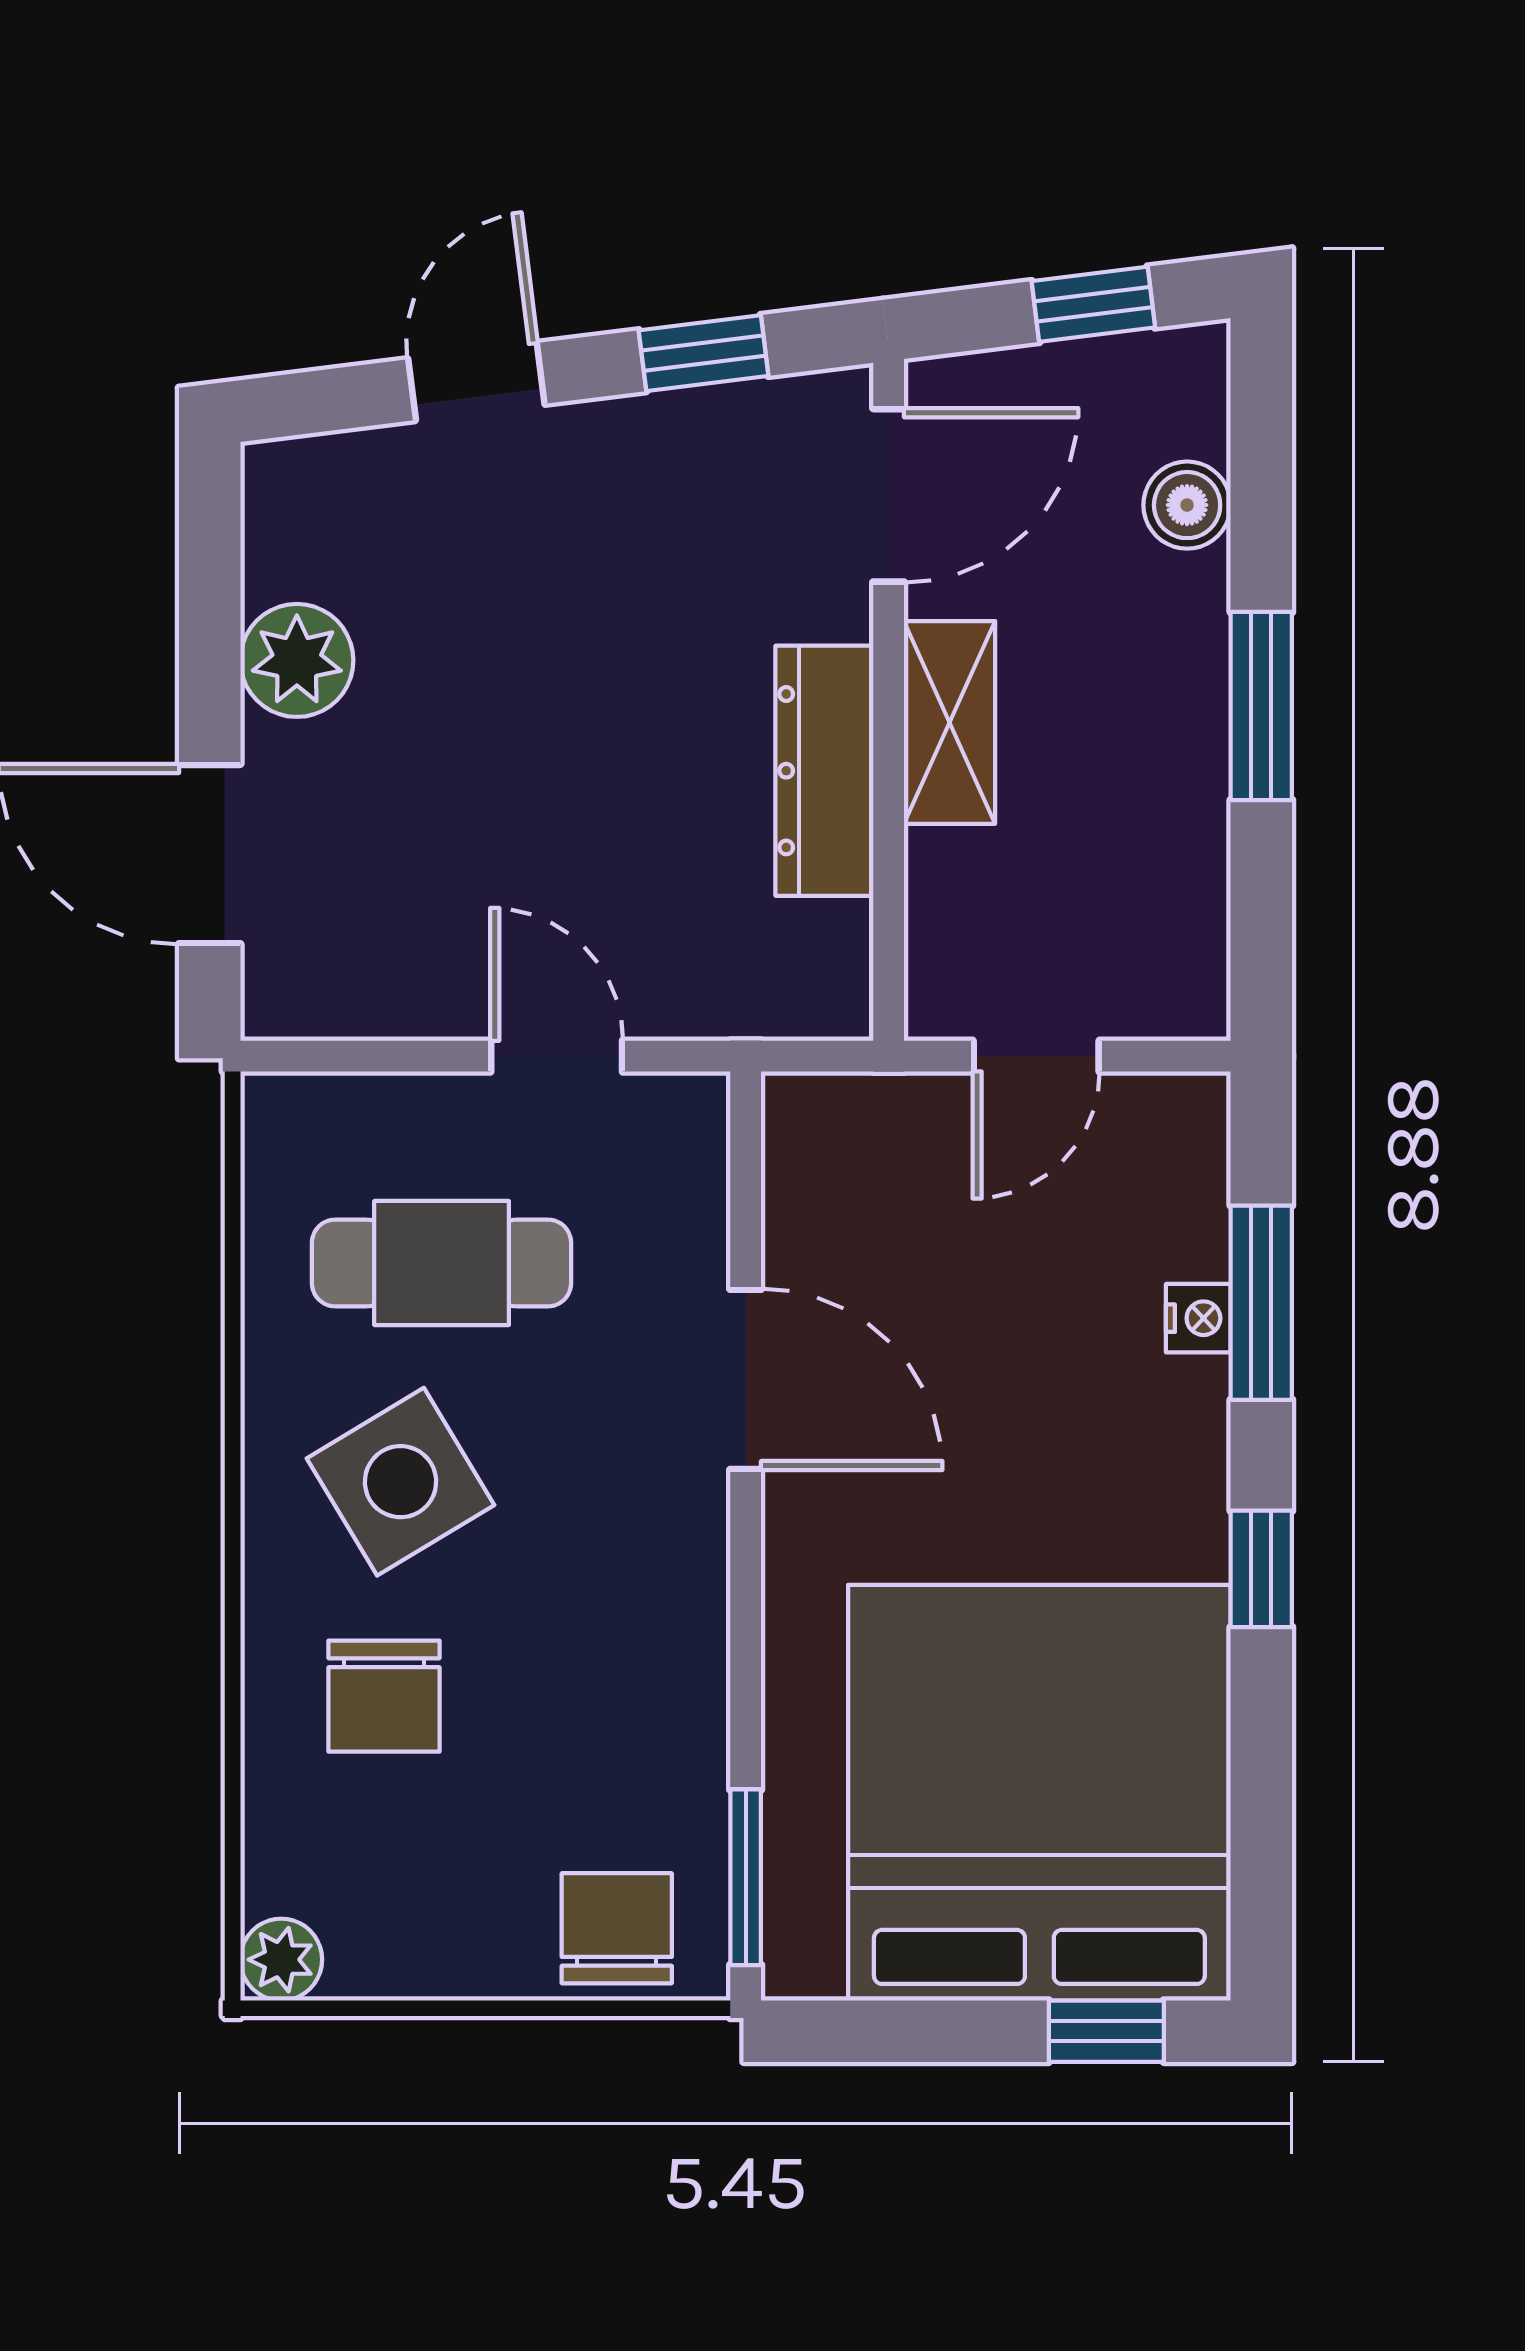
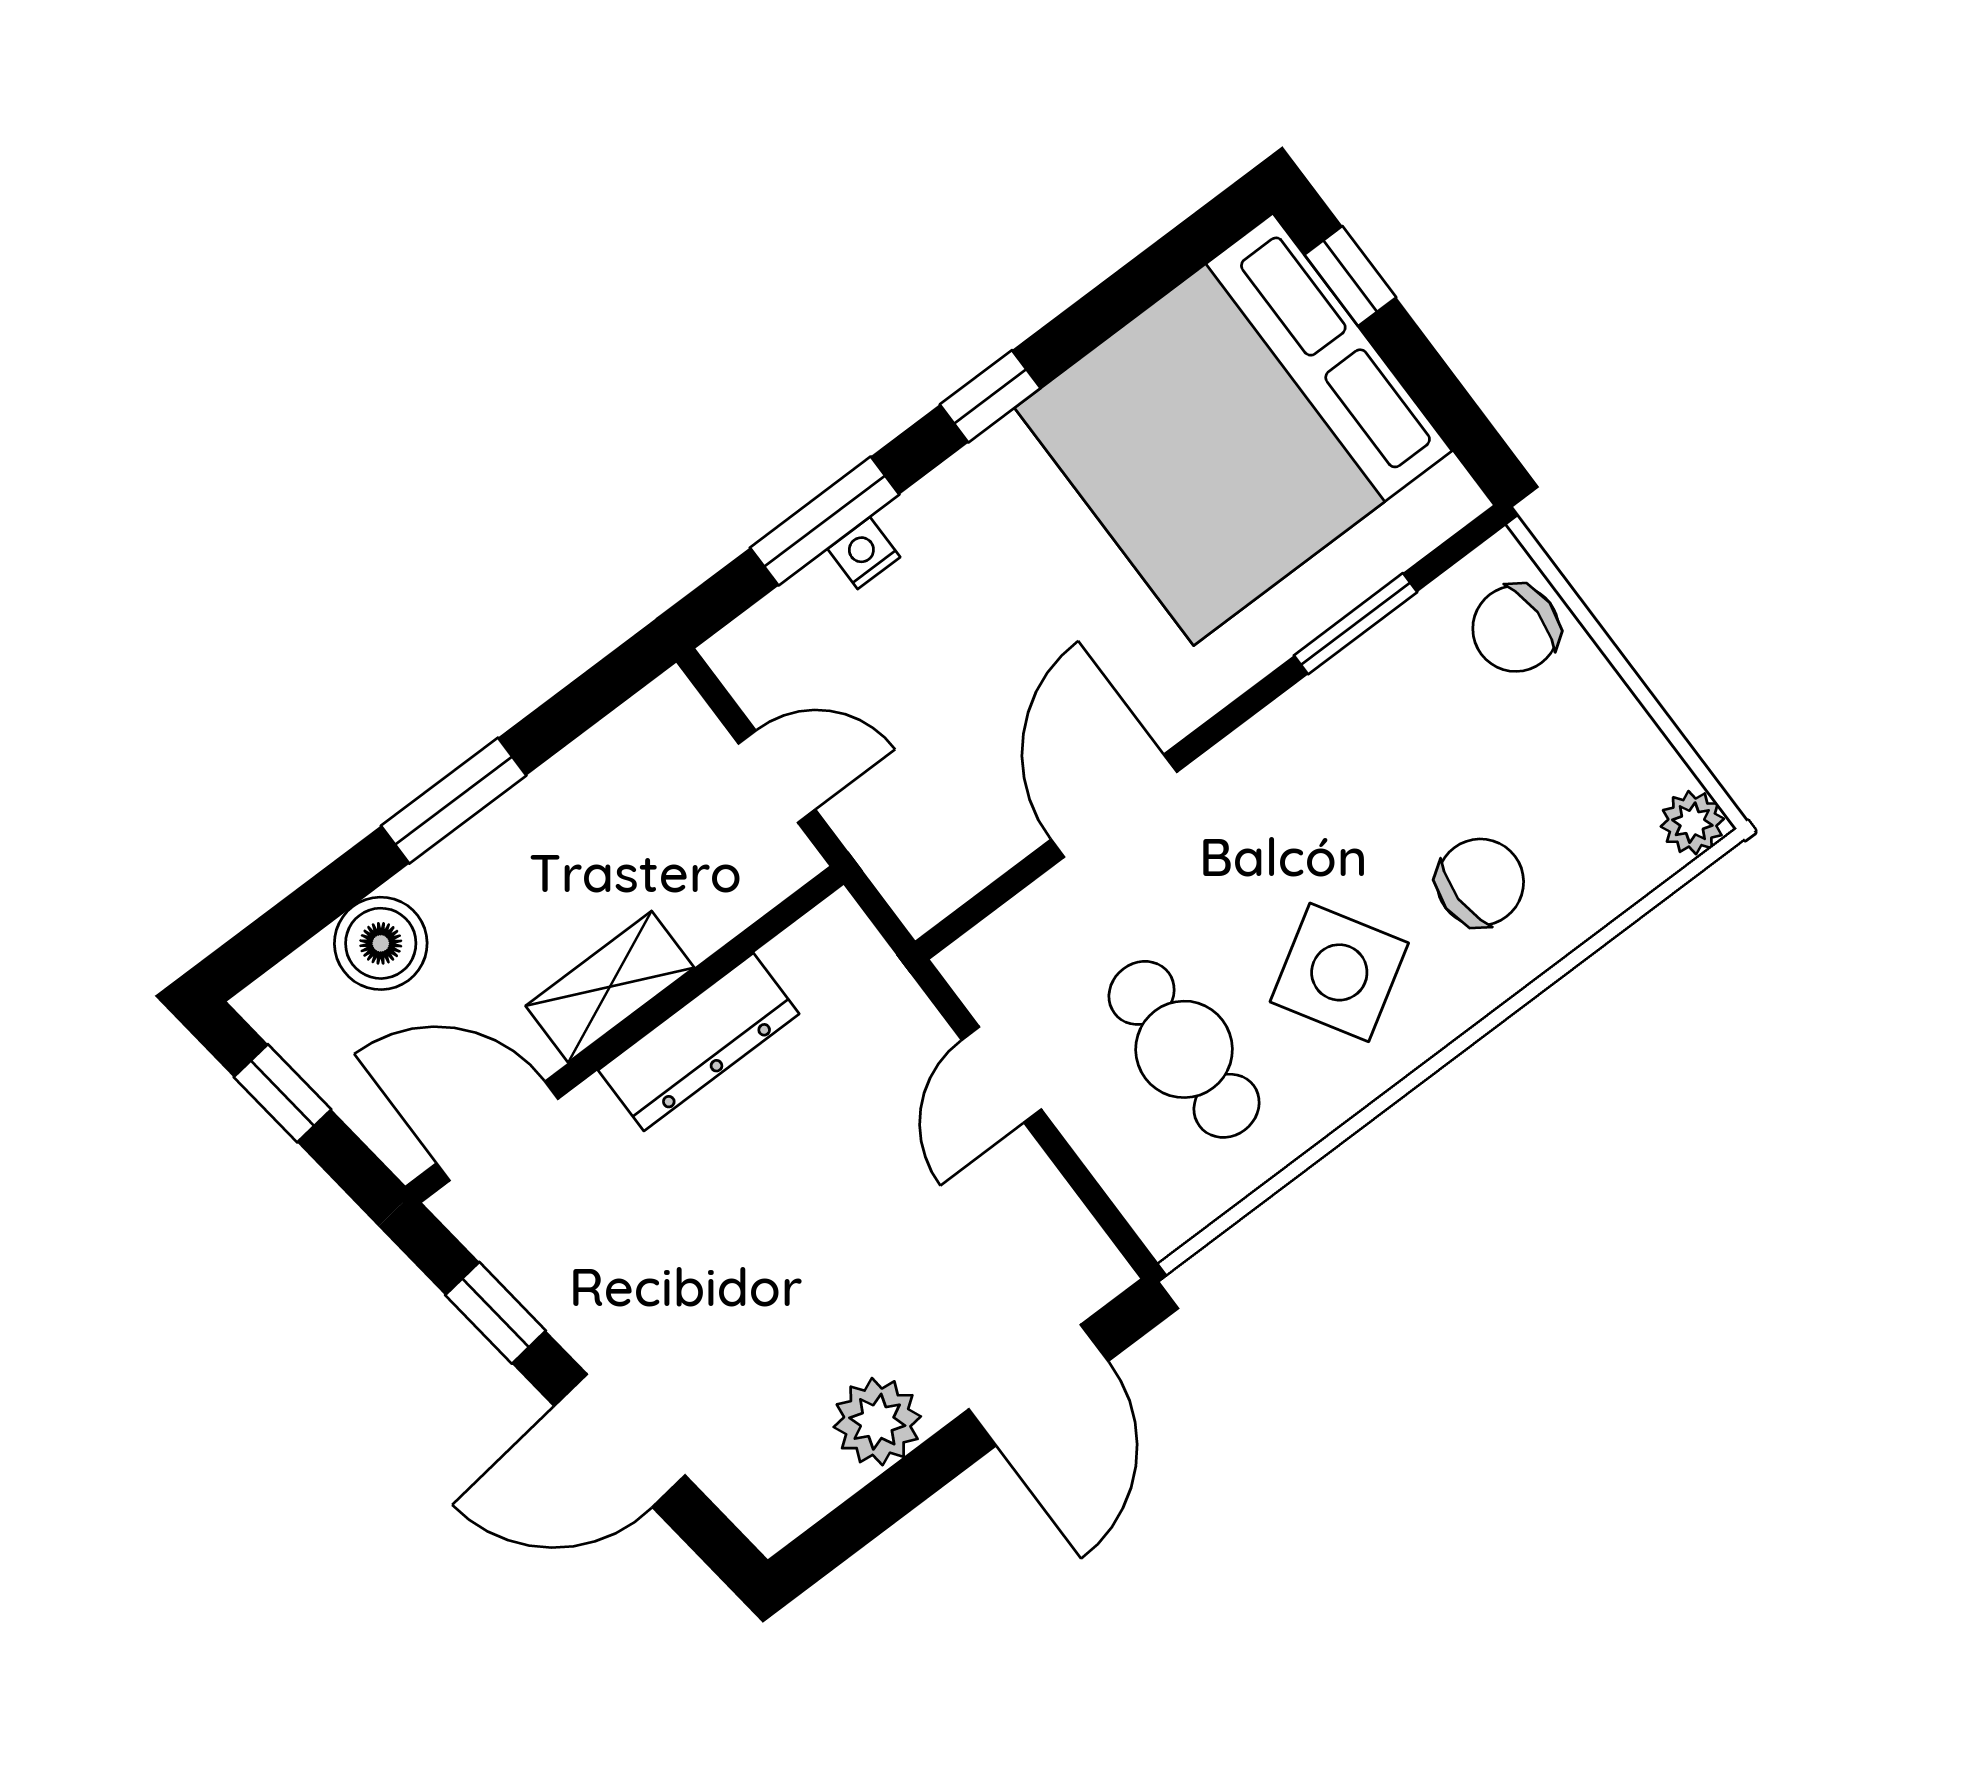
door: (476, 382) -> (620, 1441), width x1.38
boiler: (1187, 505) -> (381, 943), width x1.36, depth x1.36
window: (746, 1877) -> (1356, 624), moved

